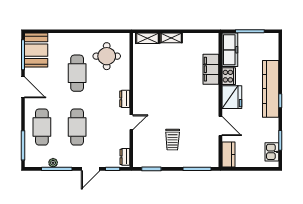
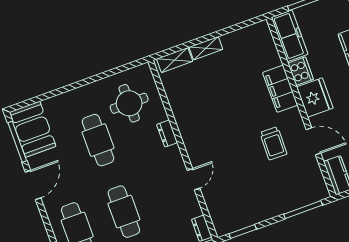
filing cabinet: (211, 69) -> (280, 89), moved
door: (23, 87) -> (33, 185), hinge flipped
dresser: (125, 99) -> (167, 133), moved
trolley: (173, 140) -> (273, 143), moved

